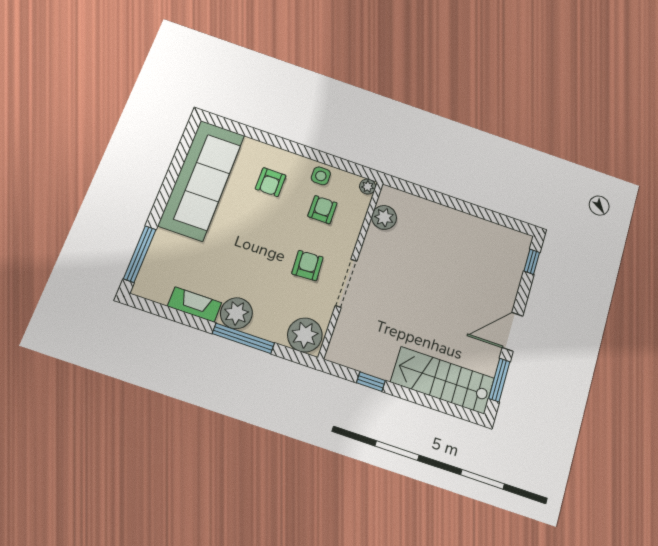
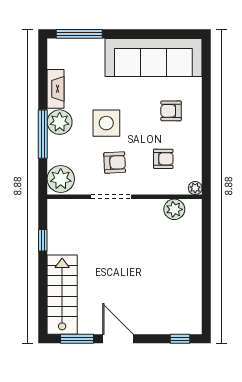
side table: (321, 176) -> (106, 123), moved, width x1.87, depth x1.87

